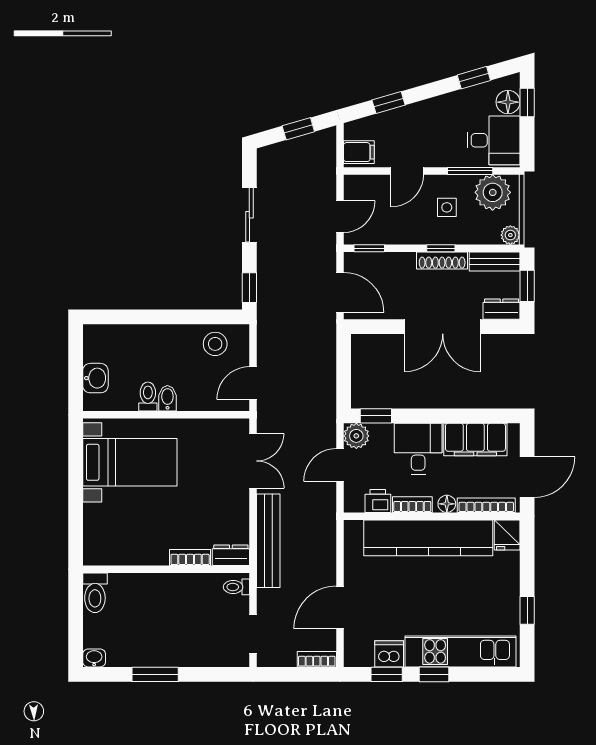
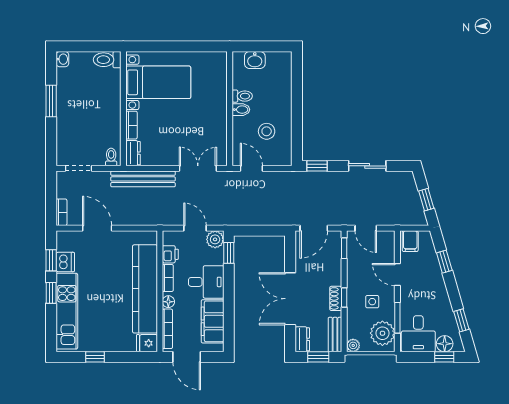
shoe rack: (442, 260) -> (336, 298), width x0.70
stool: (215, 344) -> (267, 131), moved
double door: (253, 461) -> (198, 168), swing flipped
bed with nightstands: (130, 462) -> (158, 82), moved, turned -90

